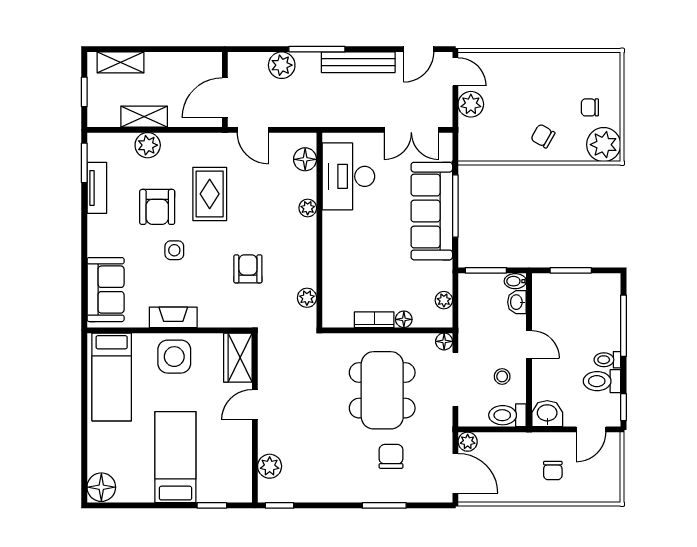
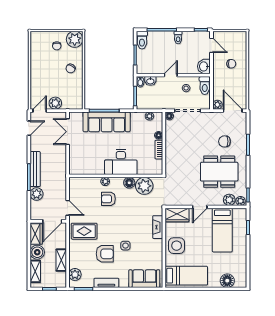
door: (419, 49) -> (29, 128), hinge flipped
bench: (358, 62) -> (35, 169), moved
wardrobe: (199, 64) -> (36, 234), added
boiler: (161, 67) -> (37, 252), added
door: (225, 98) -> (52, 221), hinge flipped
door: (253, 130) -> (68, 208), hinge flipped
double door: (411, 130) -> (68, 132), swing flipped
plant: (148, 145) -> (75, 274), moved
floor lamp: (305, 159) -> (129, 183), moved
desk: (348, 176) -> (121, 162), moved
tv unit: (97, 188) -> (106, 283), moved
rug: (210, 194) -> (84, 231), moved
armchair: (248, 269) -> (108, 199), moved
plant: (307, 298) -> (144, 186), width x1.88, depth x1.88
fireplace: (173, 317) -> (158, 227), moved
toilet: (602, 381) -> (142, 40), moved
dining table: (382, 390) -> (219, 172), moved
door: (255, 405) -> (200, 207), hinge flipped
bed: (175, 457) -> (222, 230), moved, turned -90
door: (455, 473) -> (233, 111), hinge flipped
floor lamp: (101, 487) -> (227, 281), moved
plant: (267, 490) -> (241, 201), added

